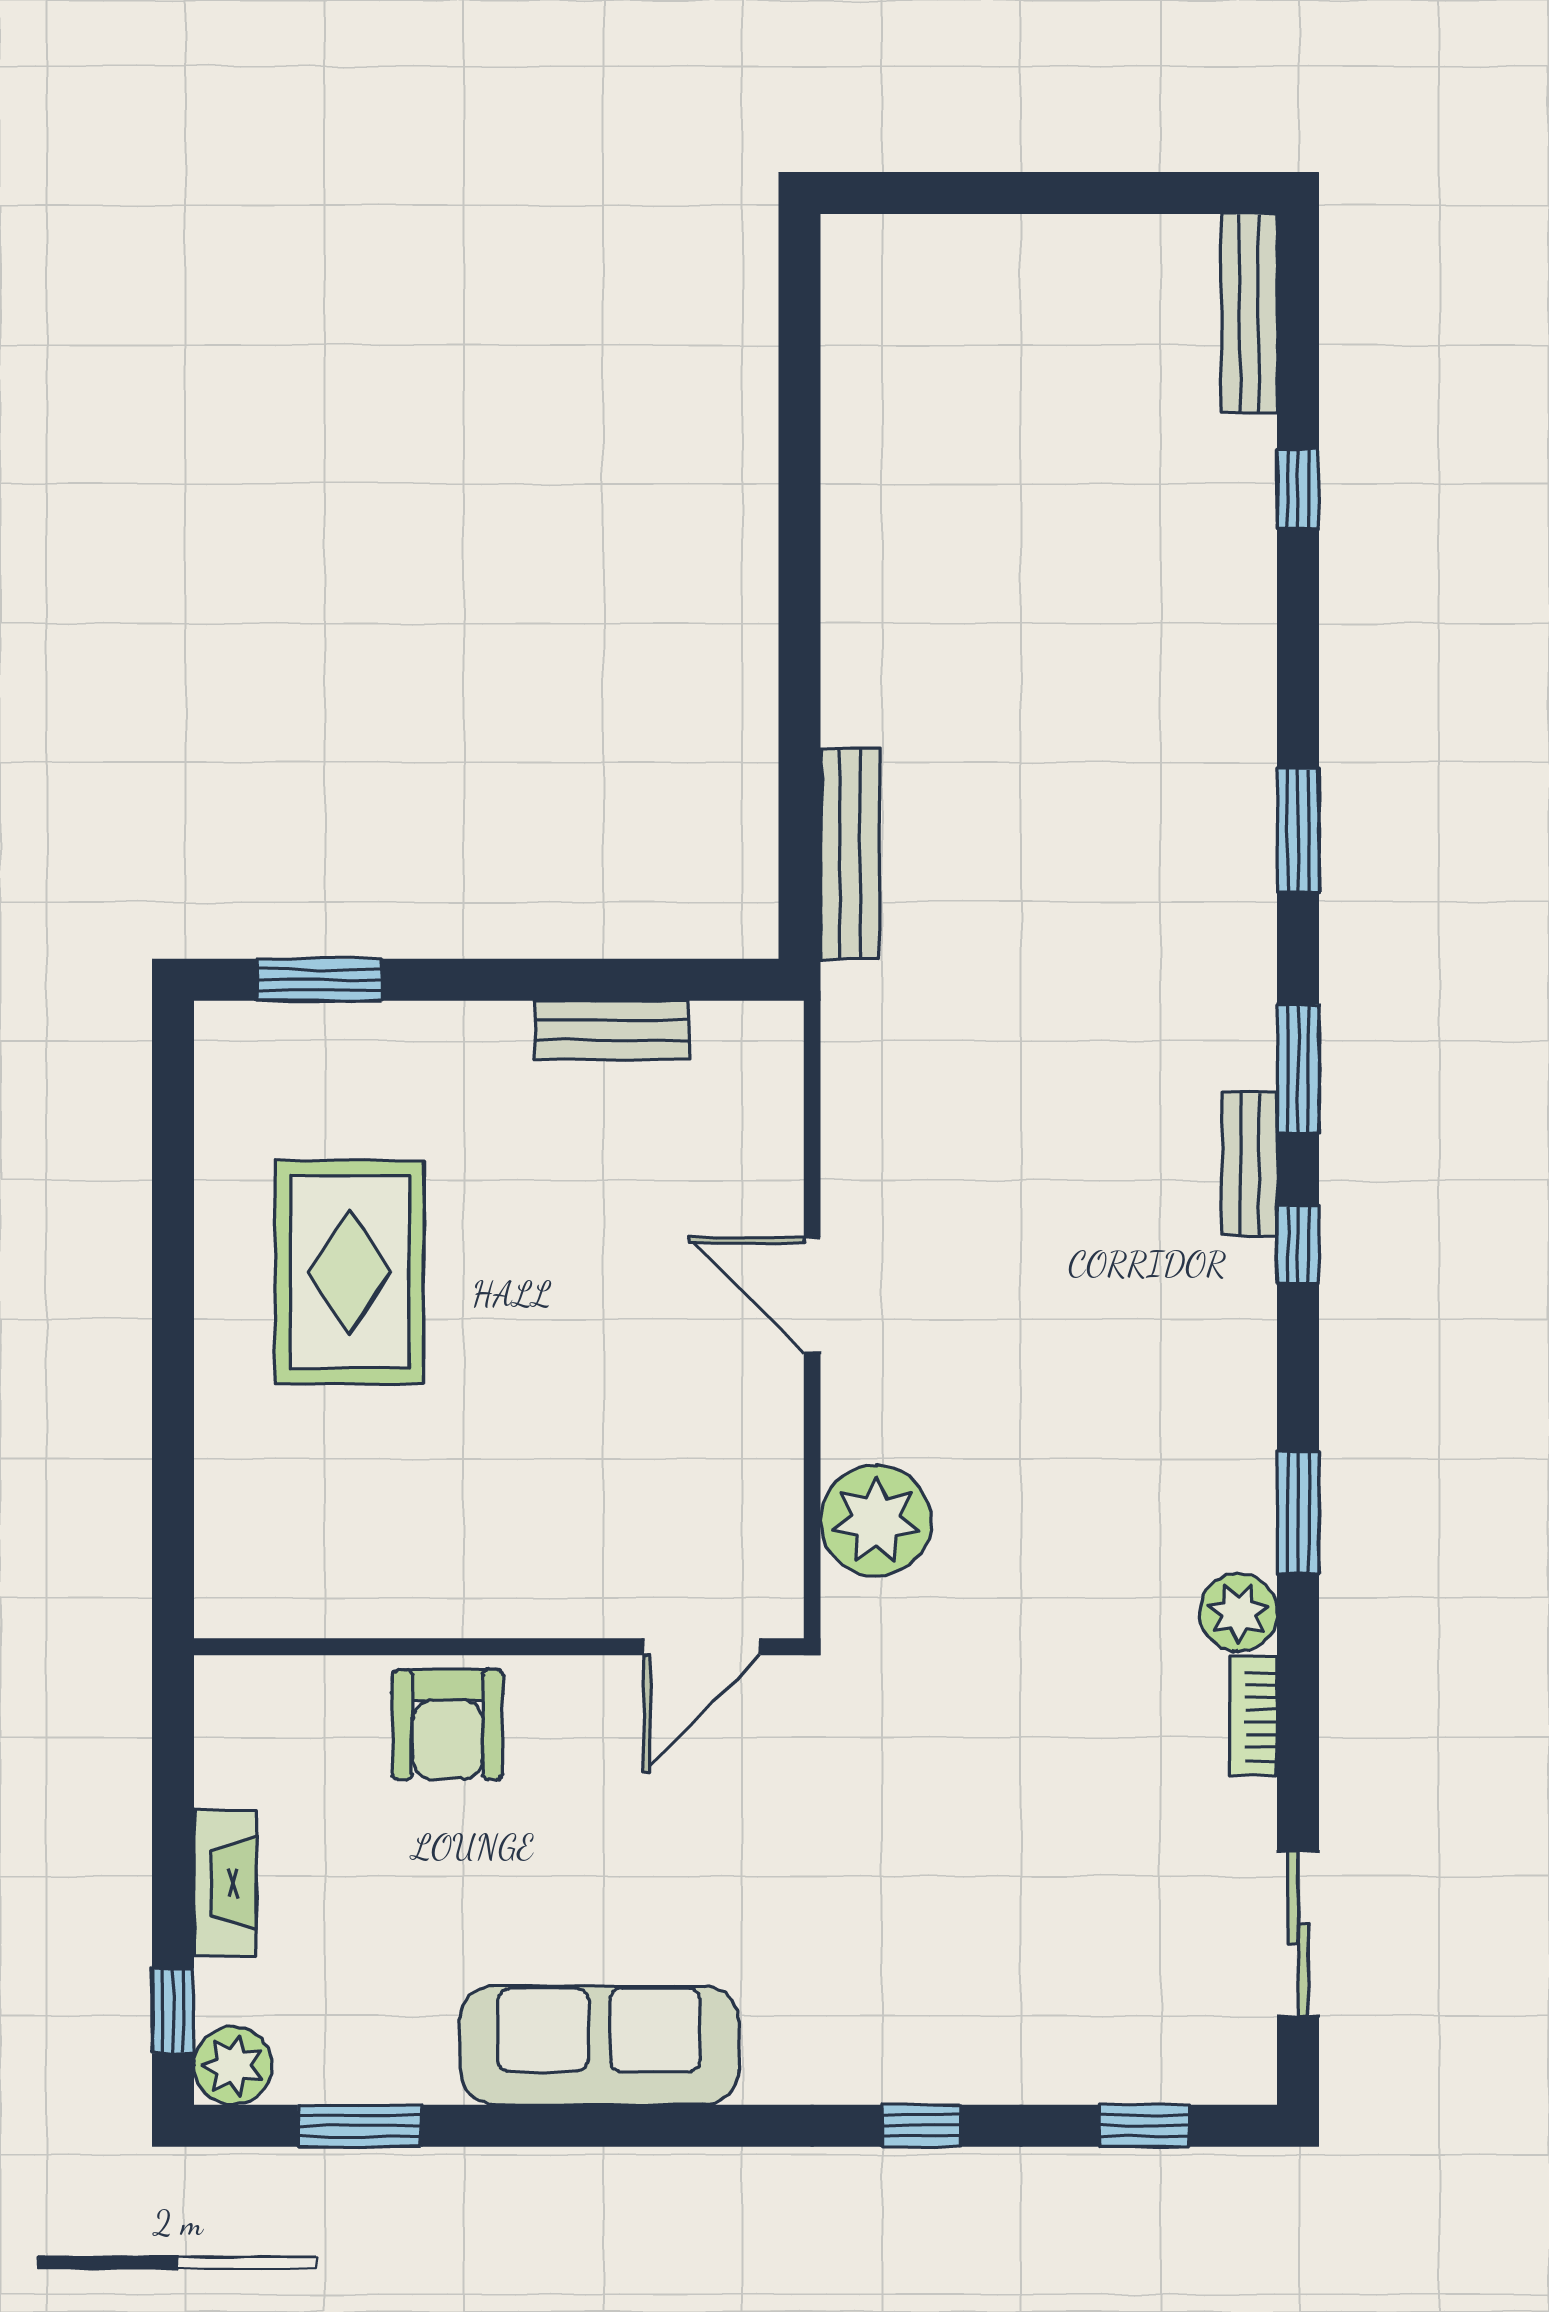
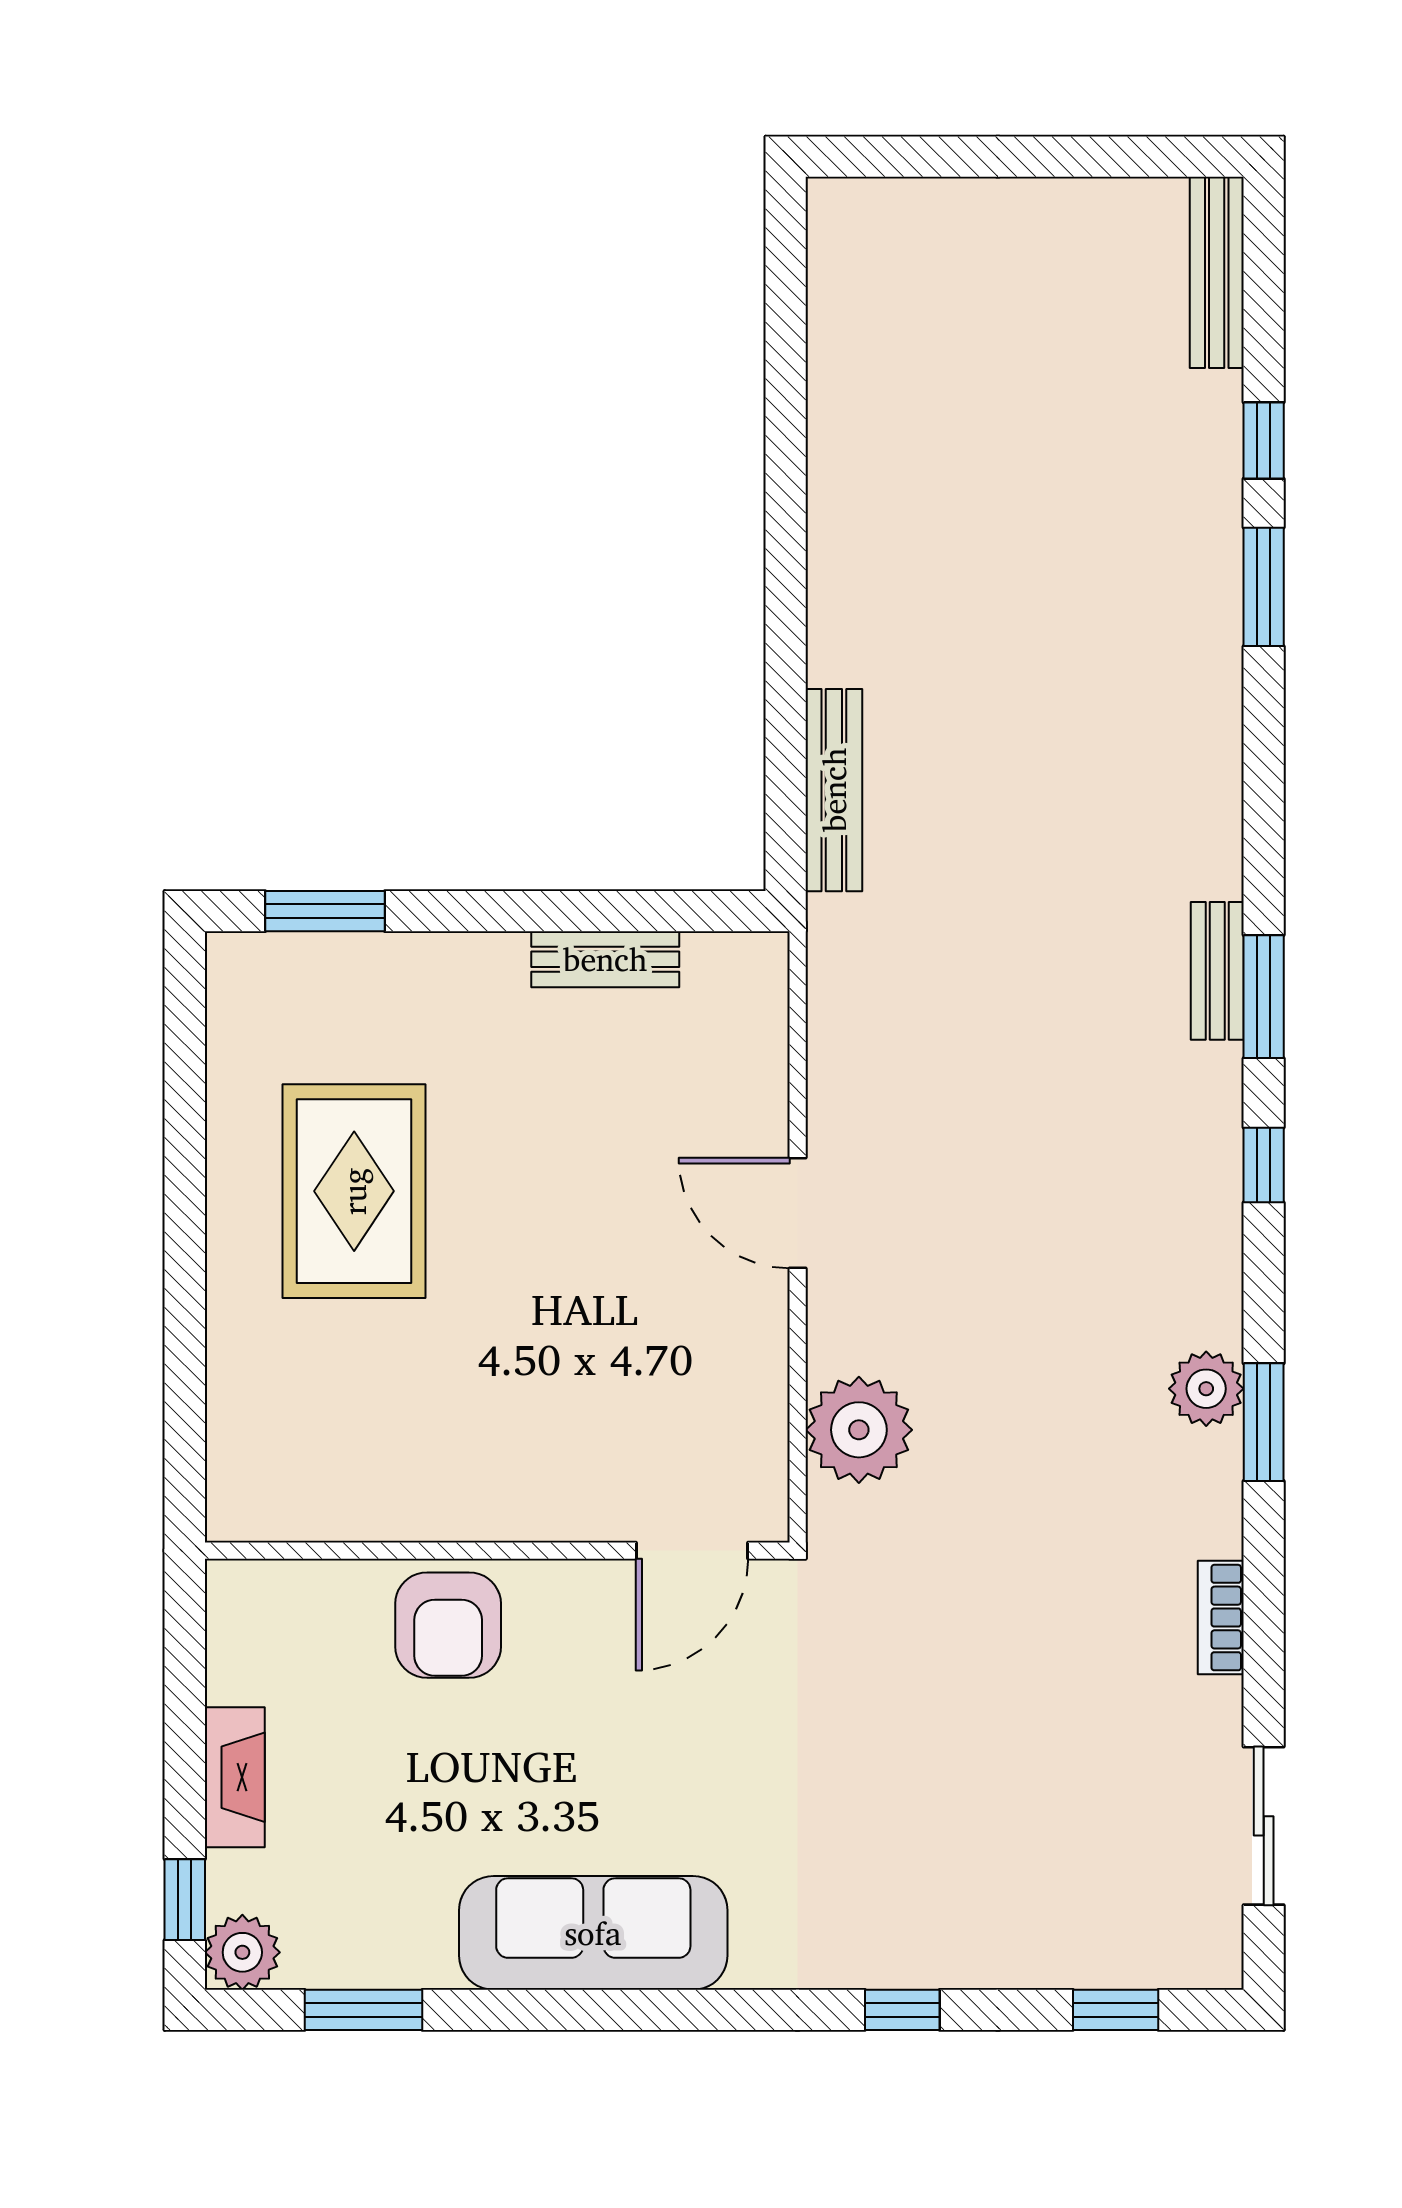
window: (1298, 830) -> (1264, 587), moved
bench: (1250, 1164) -> (1217, 971), moved
plant: (1238, 1613) -> (1206, 1389), moved

